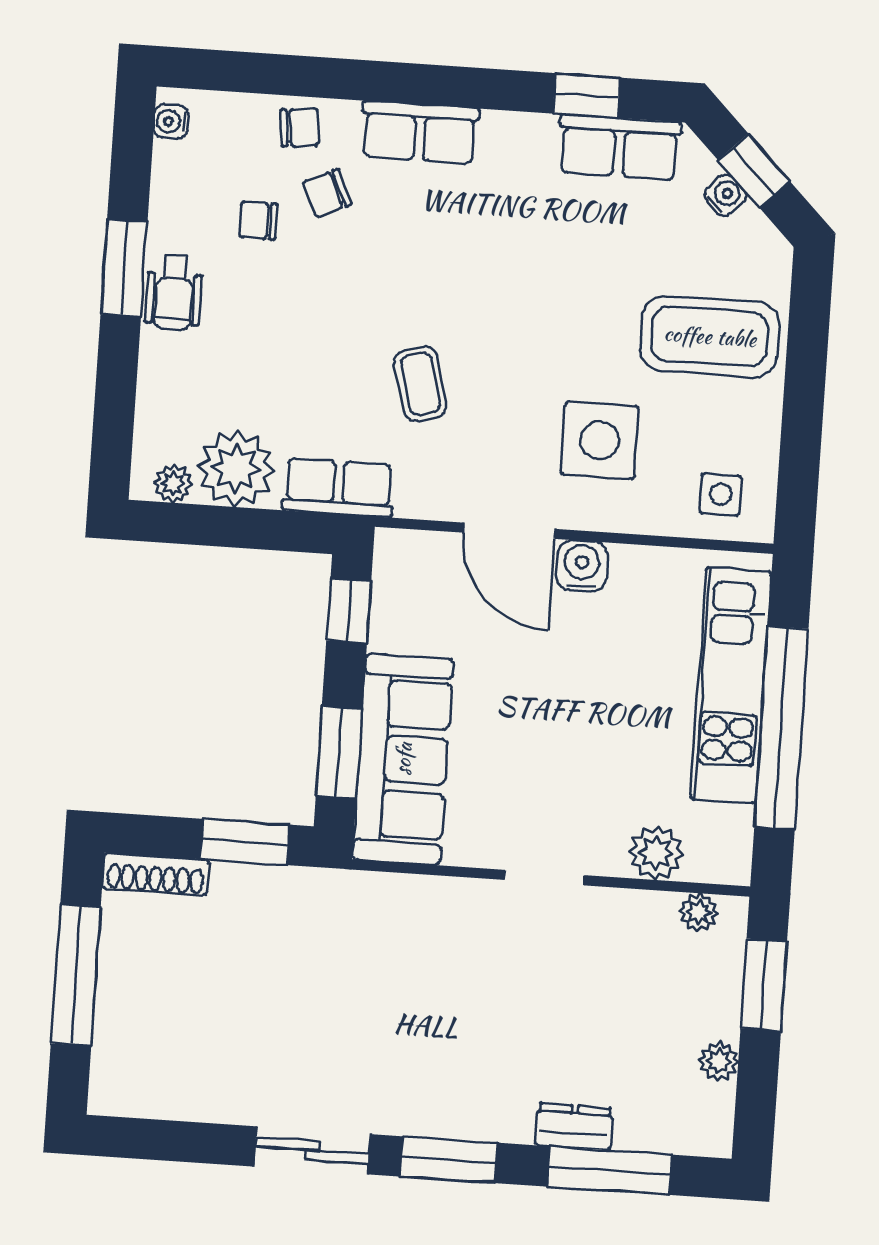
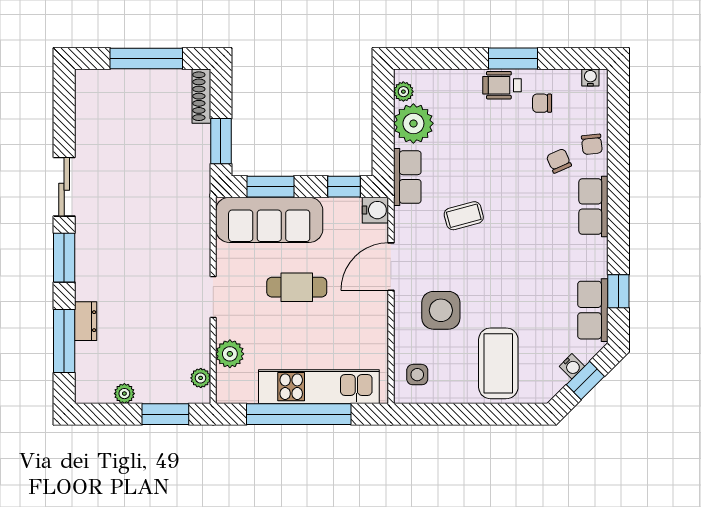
chair: (258, 221) -> (542, 103), moved, turned -90
water cooler: (582, 566) -> (375, 210), moved
cafe table: (536, 715) -> (297, 287), added

